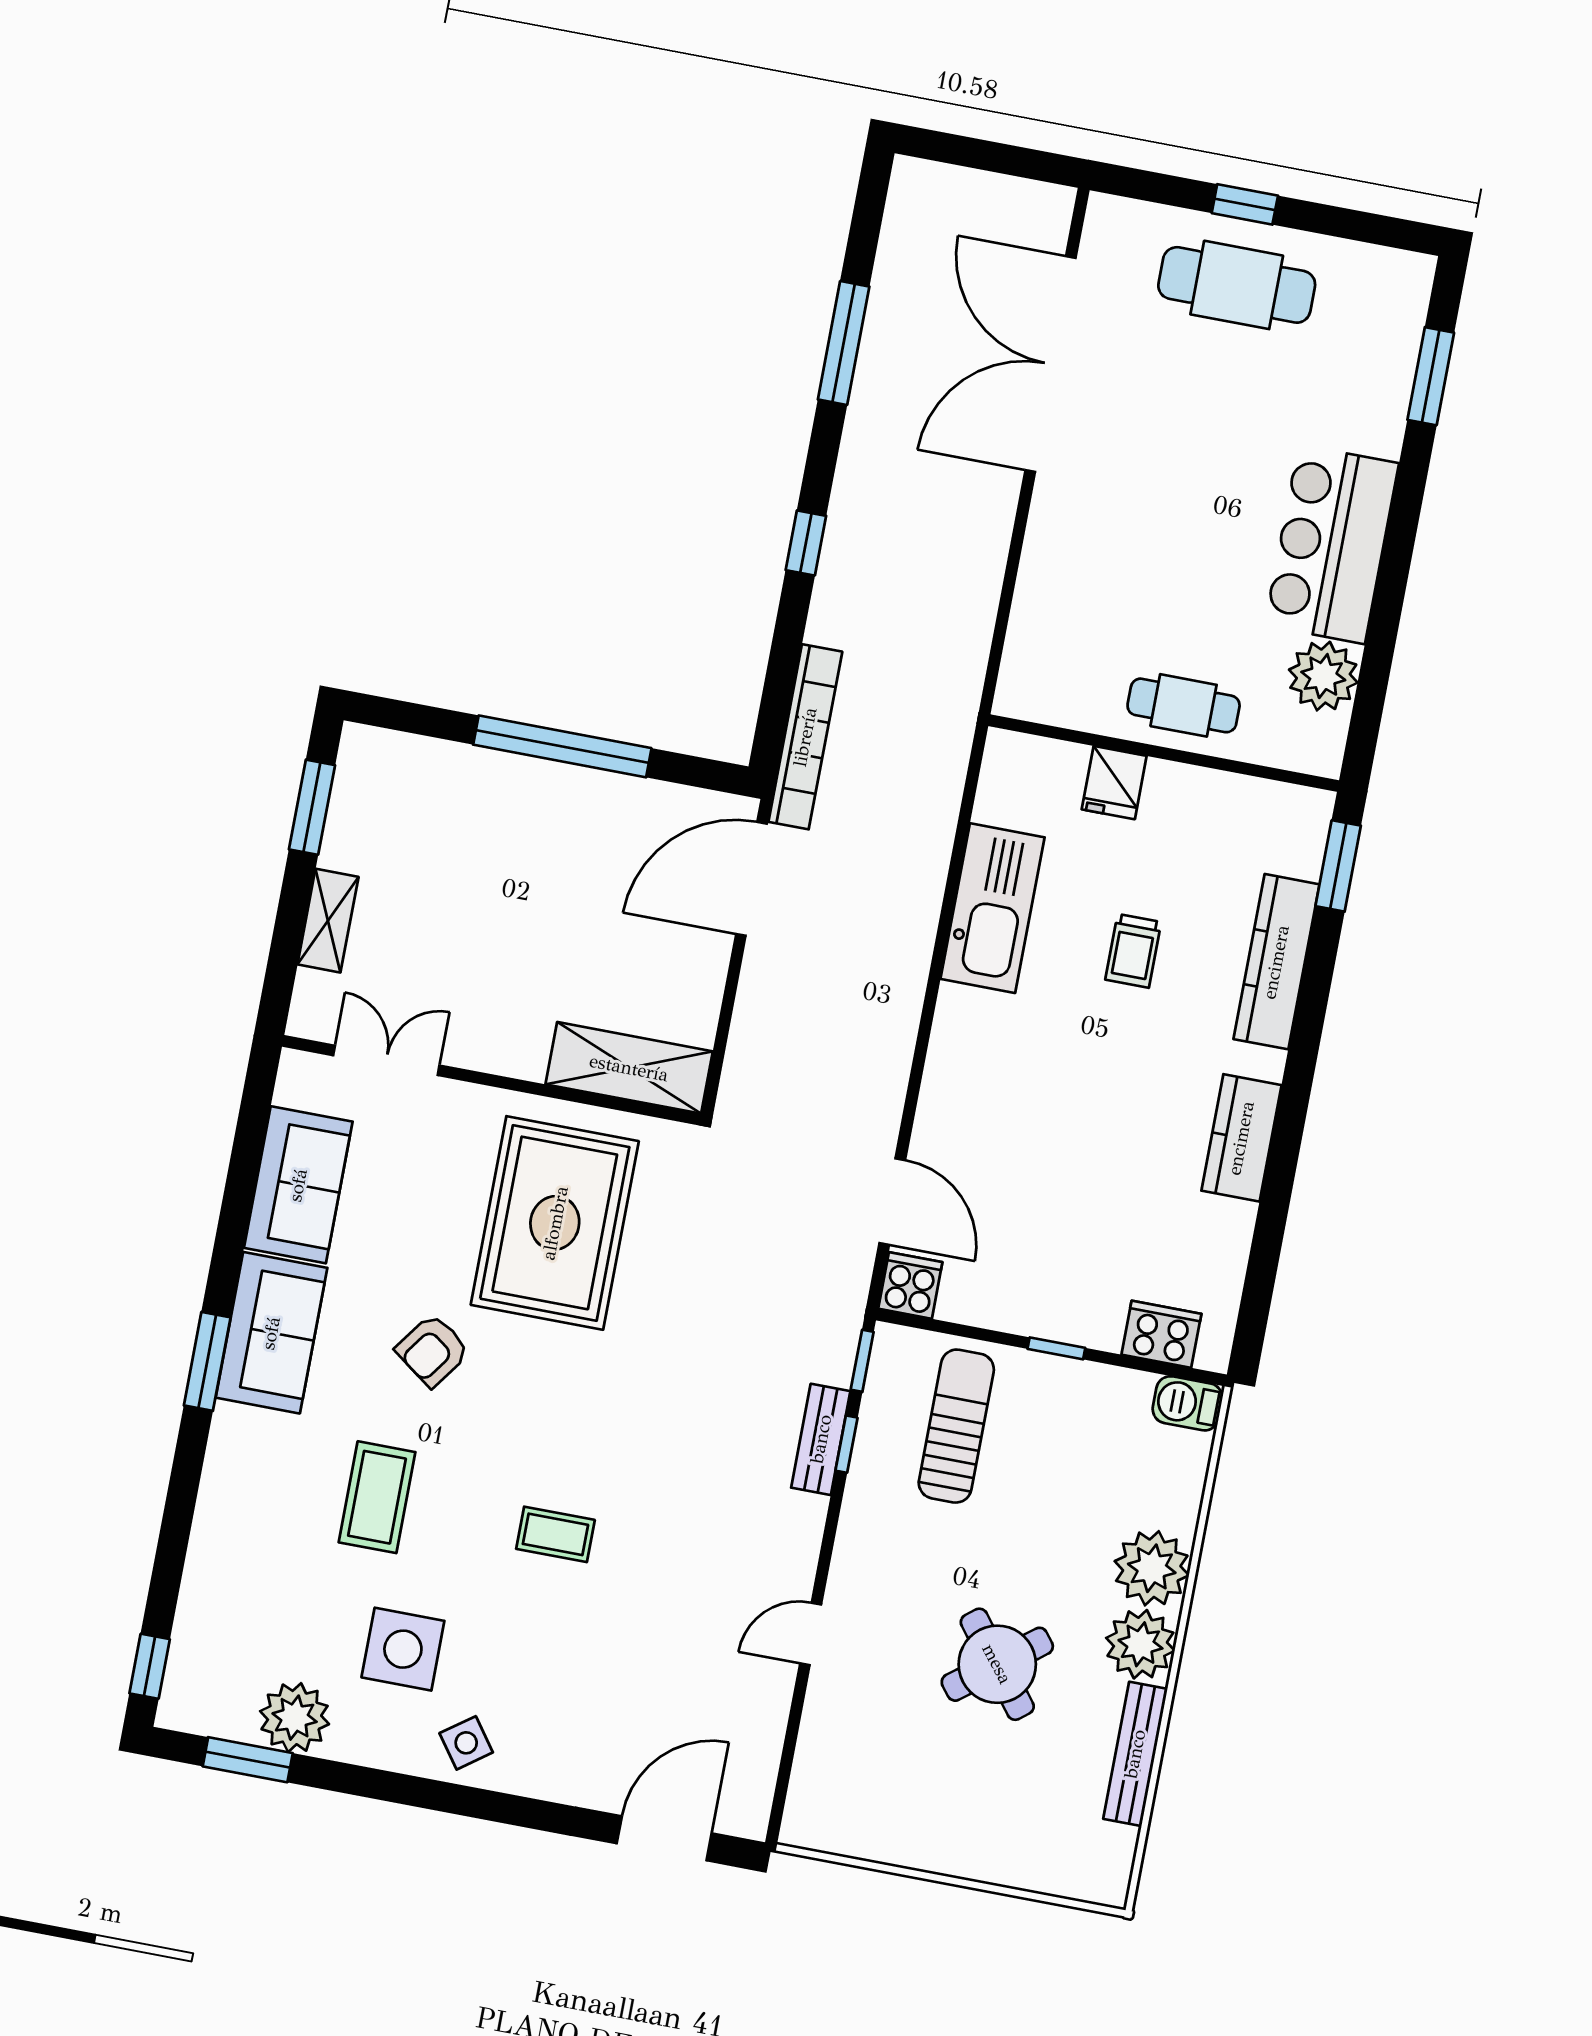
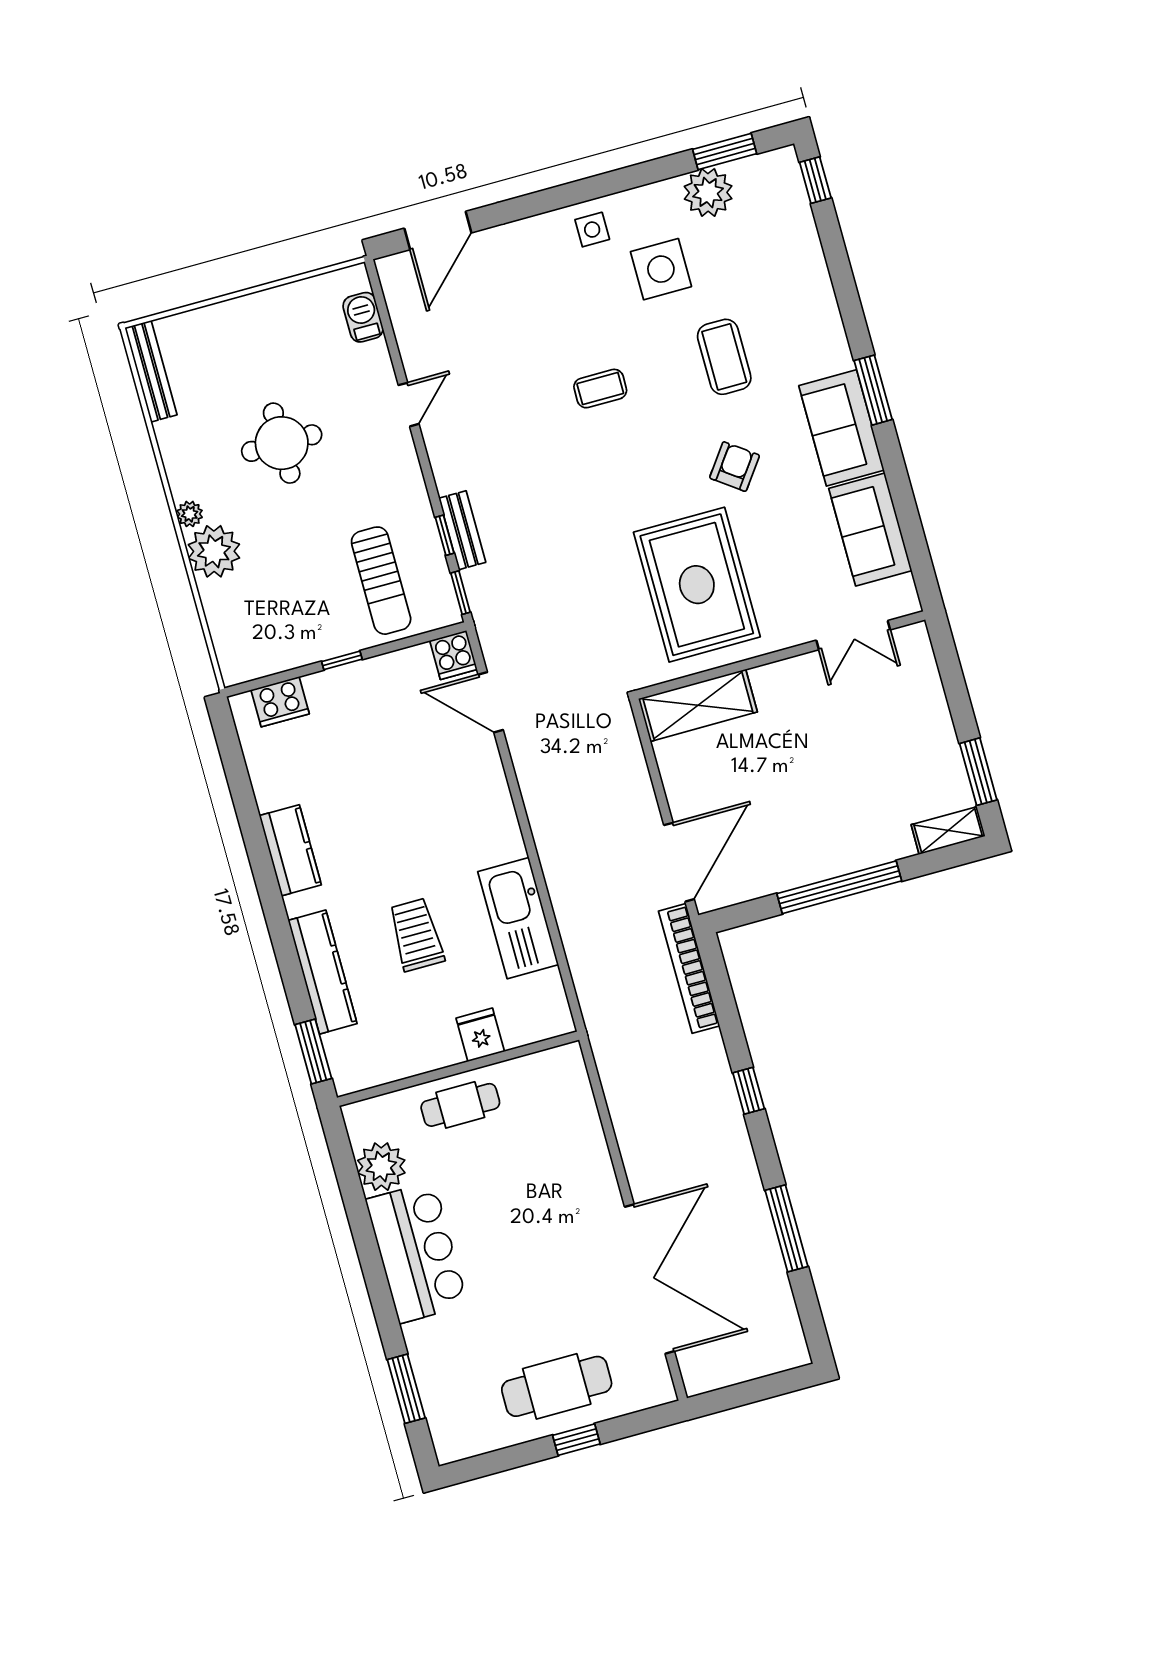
shelving: (328, 921) -> (948, 830), moved, turned 90
trolley: (1133, 951) -> (416, 935), width x1.36, depth x1.39
barbecue: (1188, 1403) -> (363, 317), moved, turned -90
plant: (1140, 1644) -> (190, 514), width x0.53, depth x0.53
round table: (997, 1664) -> (282, 443), turned 38
side table: (466, 1743) -> (592, 230), turned 36
bench: (1135, 1754) -> (151, 371), moved

